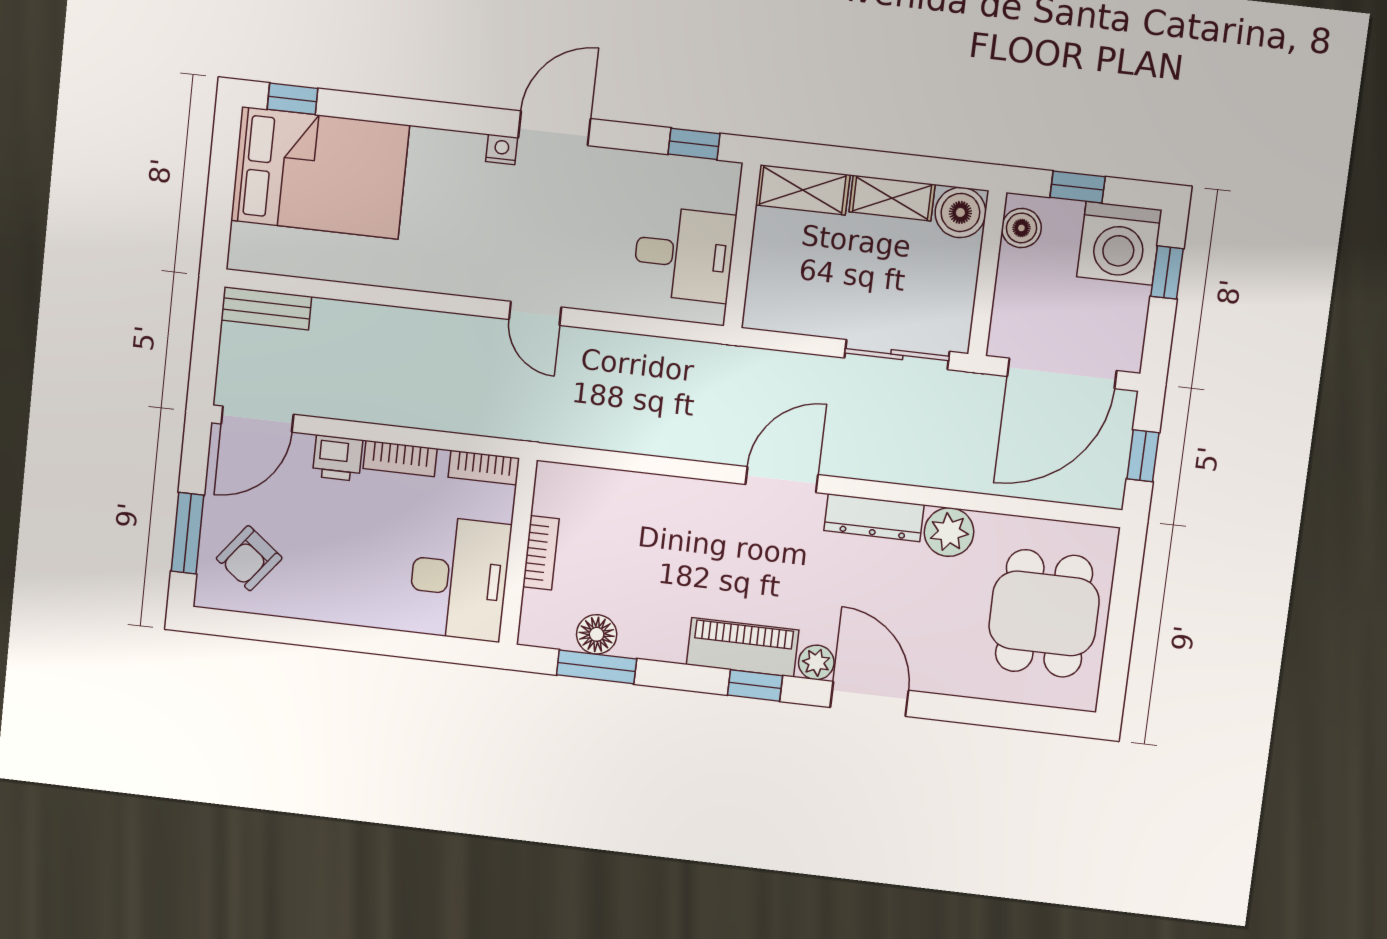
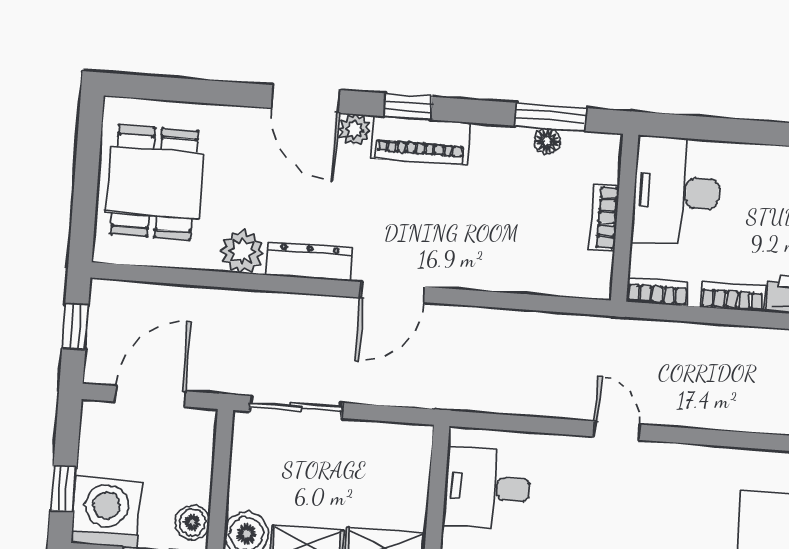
door: (1062, 373) -> (150, 396), width x0.73
floor lamp: (597, 634) -> (547, 141), width x0.73, depth x0.73

